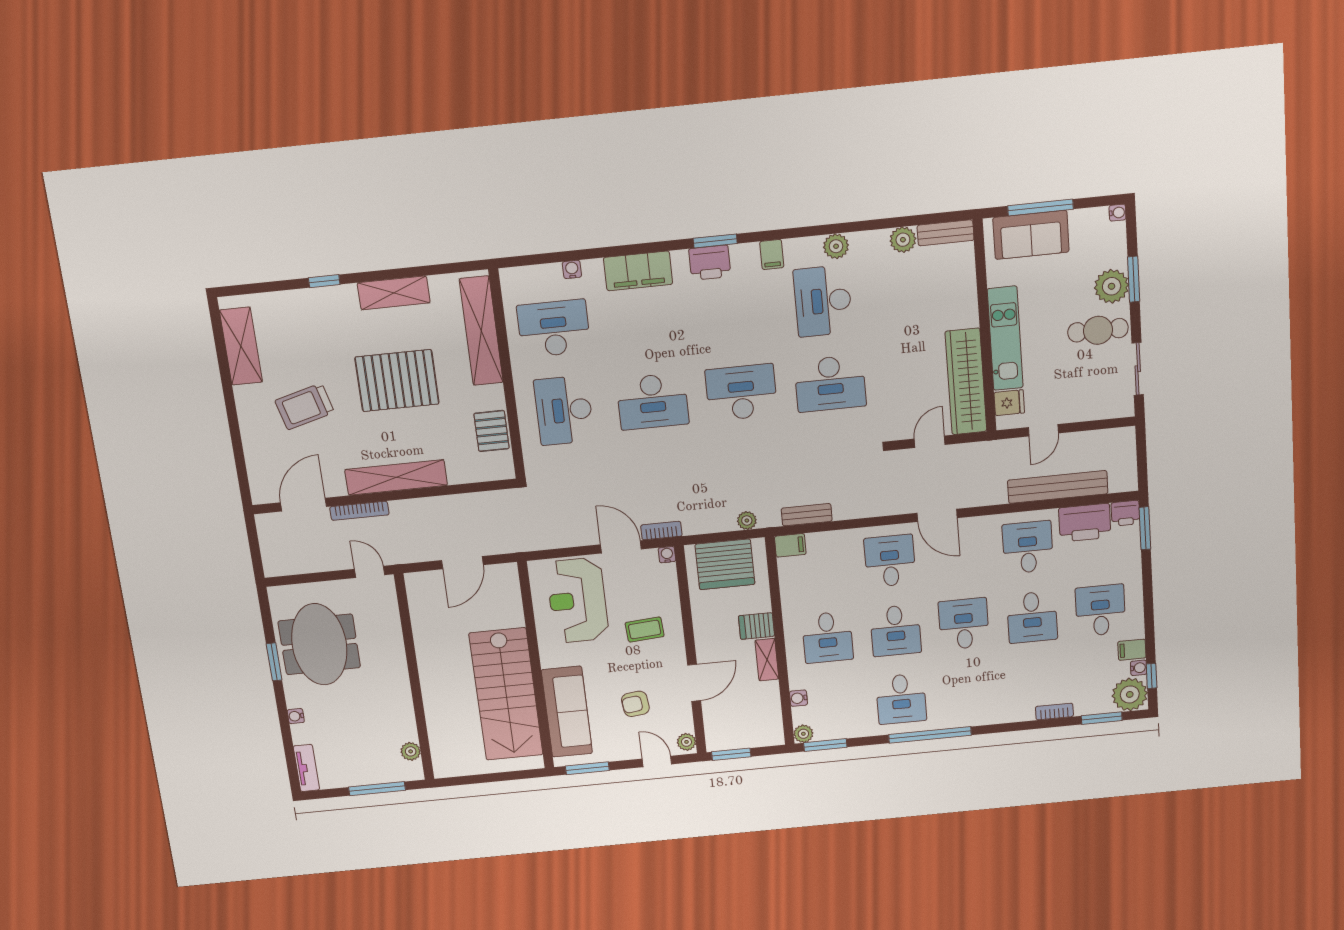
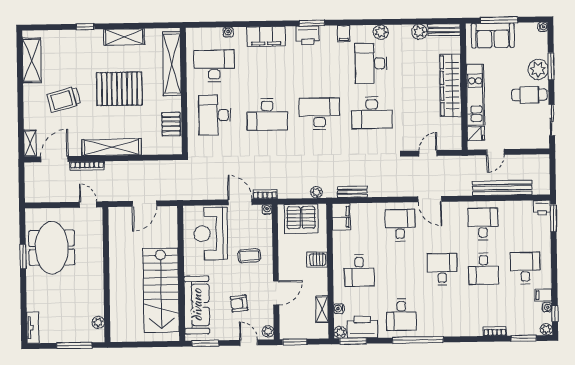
wardrobe: (966, 382) -> (451, 86), moved
shelving: (259, 483) -> (30, 143), added
printer: (1085, 523) -> (362, 327), moved, turned 180
filing cabinet: (790, 545) -> (341, 217), width x2.00
desk: (896, 631) -> (401, 270), removed
shelving: (767, 660) -> (322, 309), moved
plant: (1130, 694) -> (546, 329), width x0.53, depth x0.53
water cooler: (296, 716) -> (31, 293), removed

